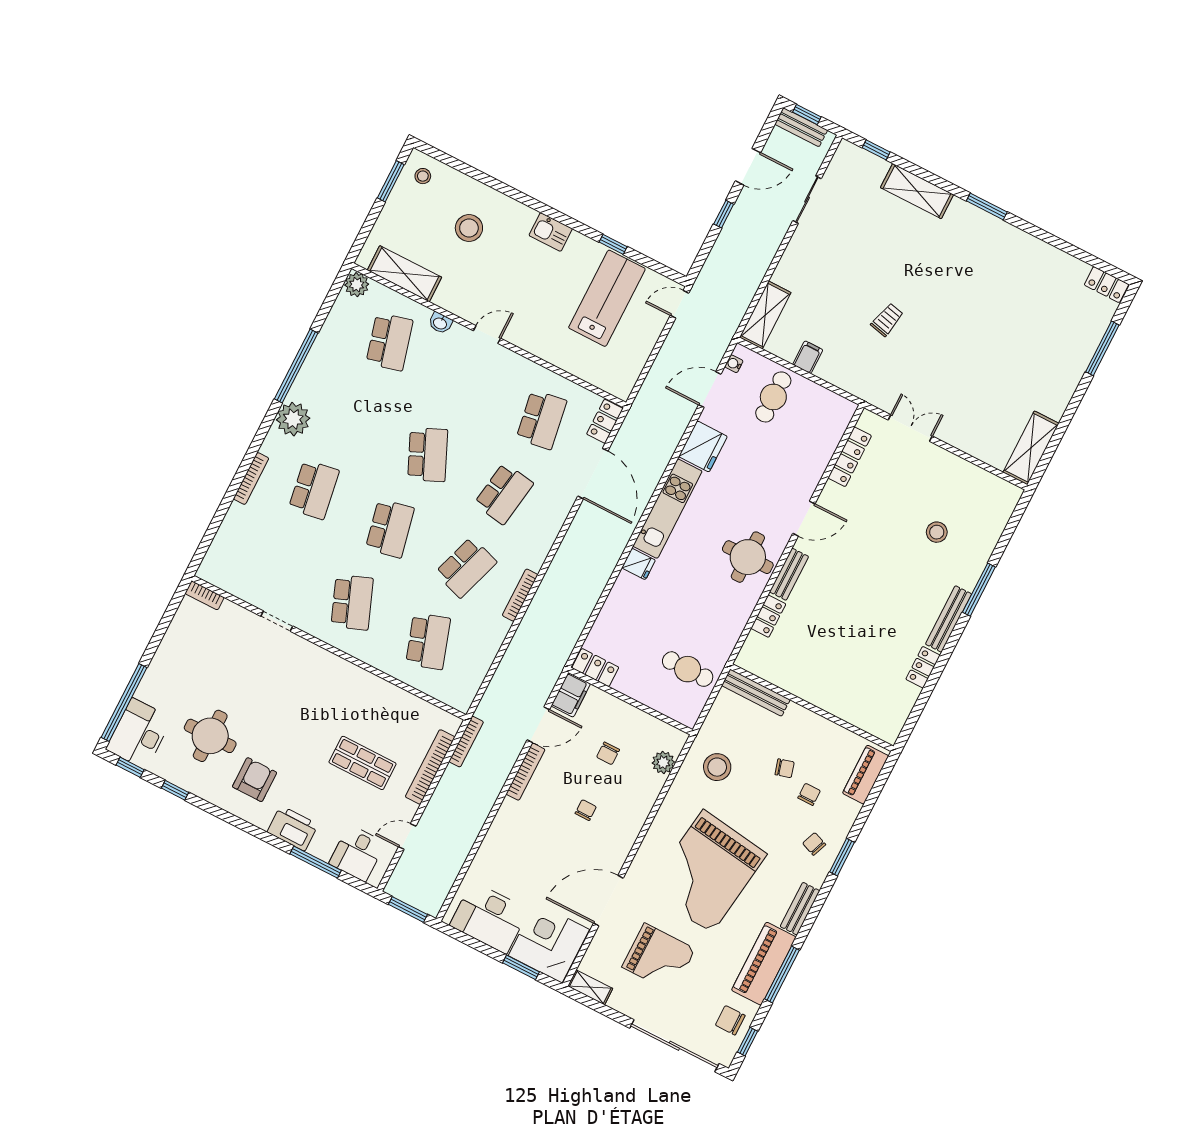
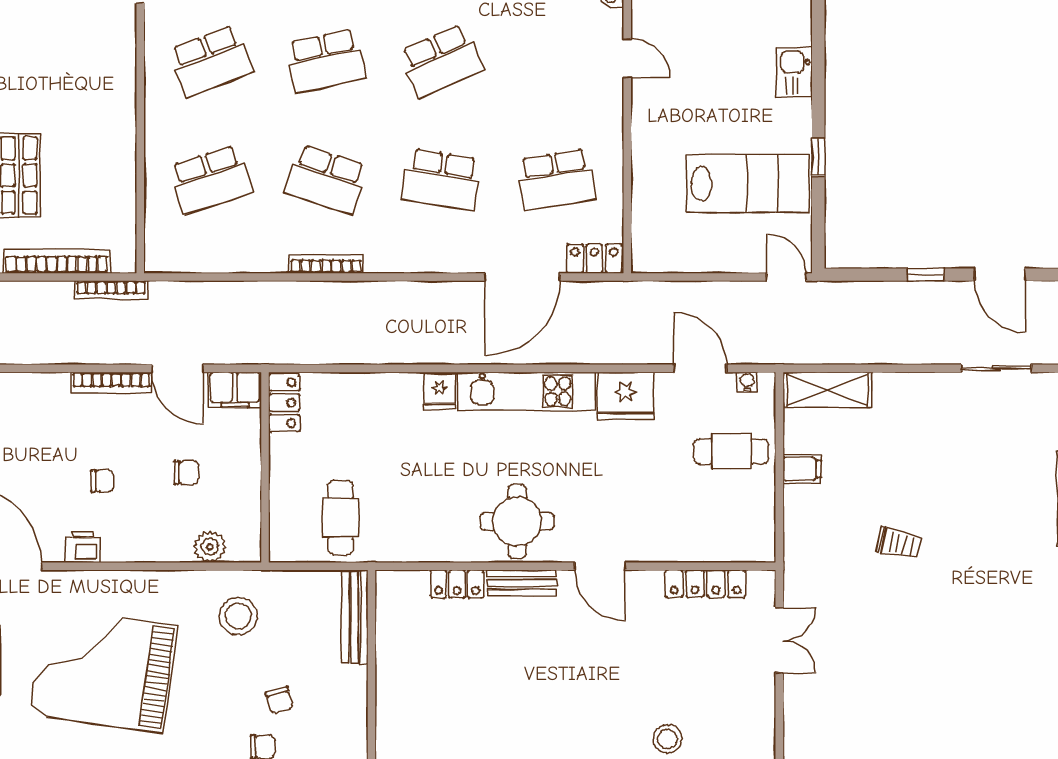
chair: (608, 753) -> (186, 473), turned 180
printer: (622, 844) -> (83, 547), added

